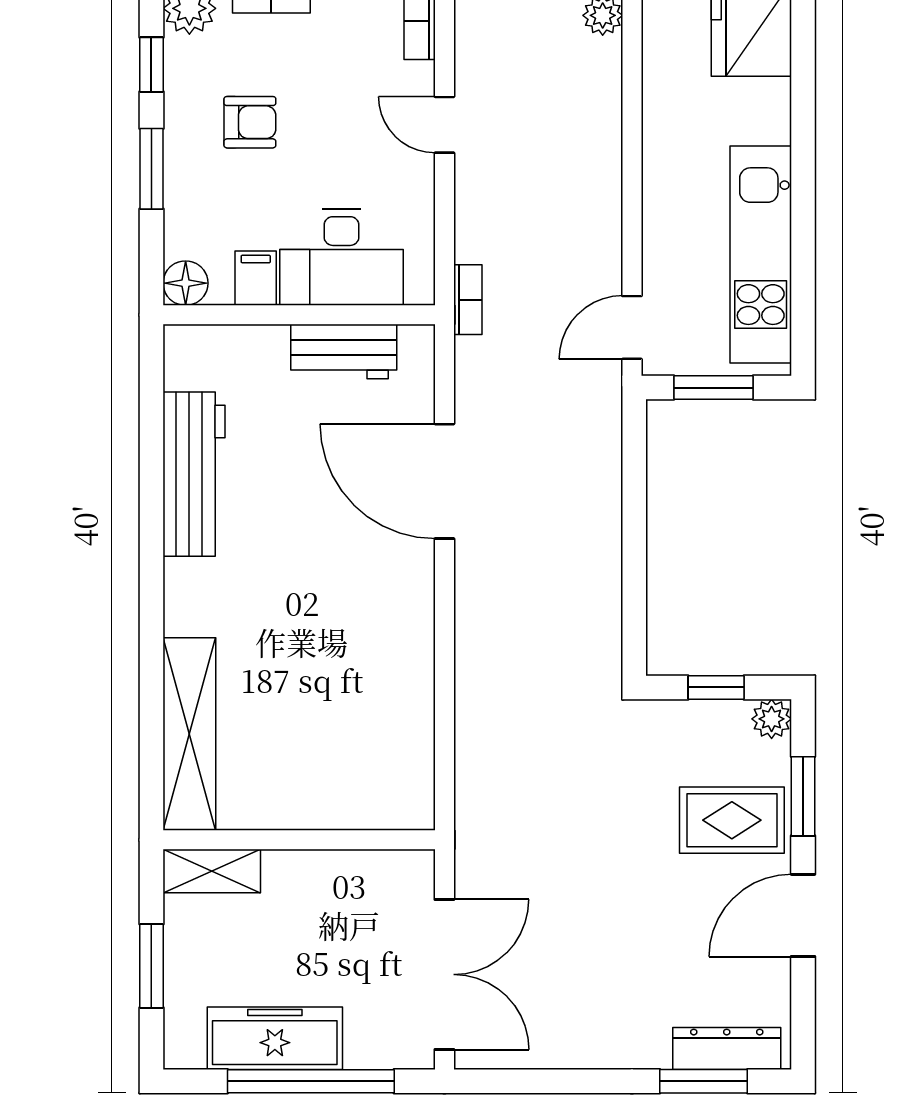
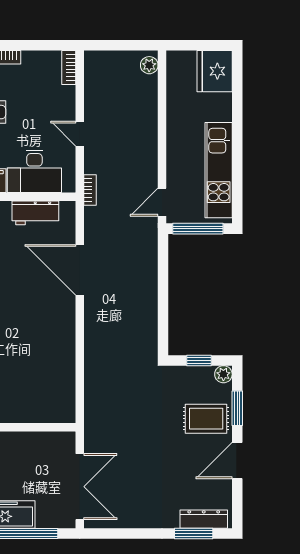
door: (444, 125) -> (80, 134), moved
window: (714, 388) -> (198, 229), width x1.44

